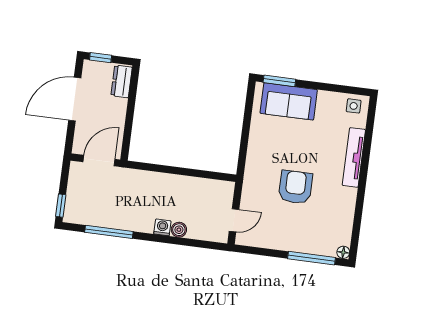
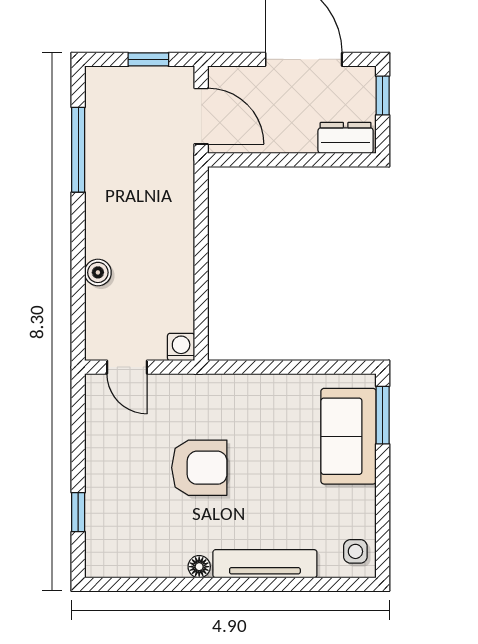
window: (61, 206) -> (148, 59), moved
washing machine: (162, 227) -> (181, 347), moved, turned -90
floor lamp: (343, 252) -> (199, 567), moved
window: (312, 258) -> (78, 512), width x0.46

